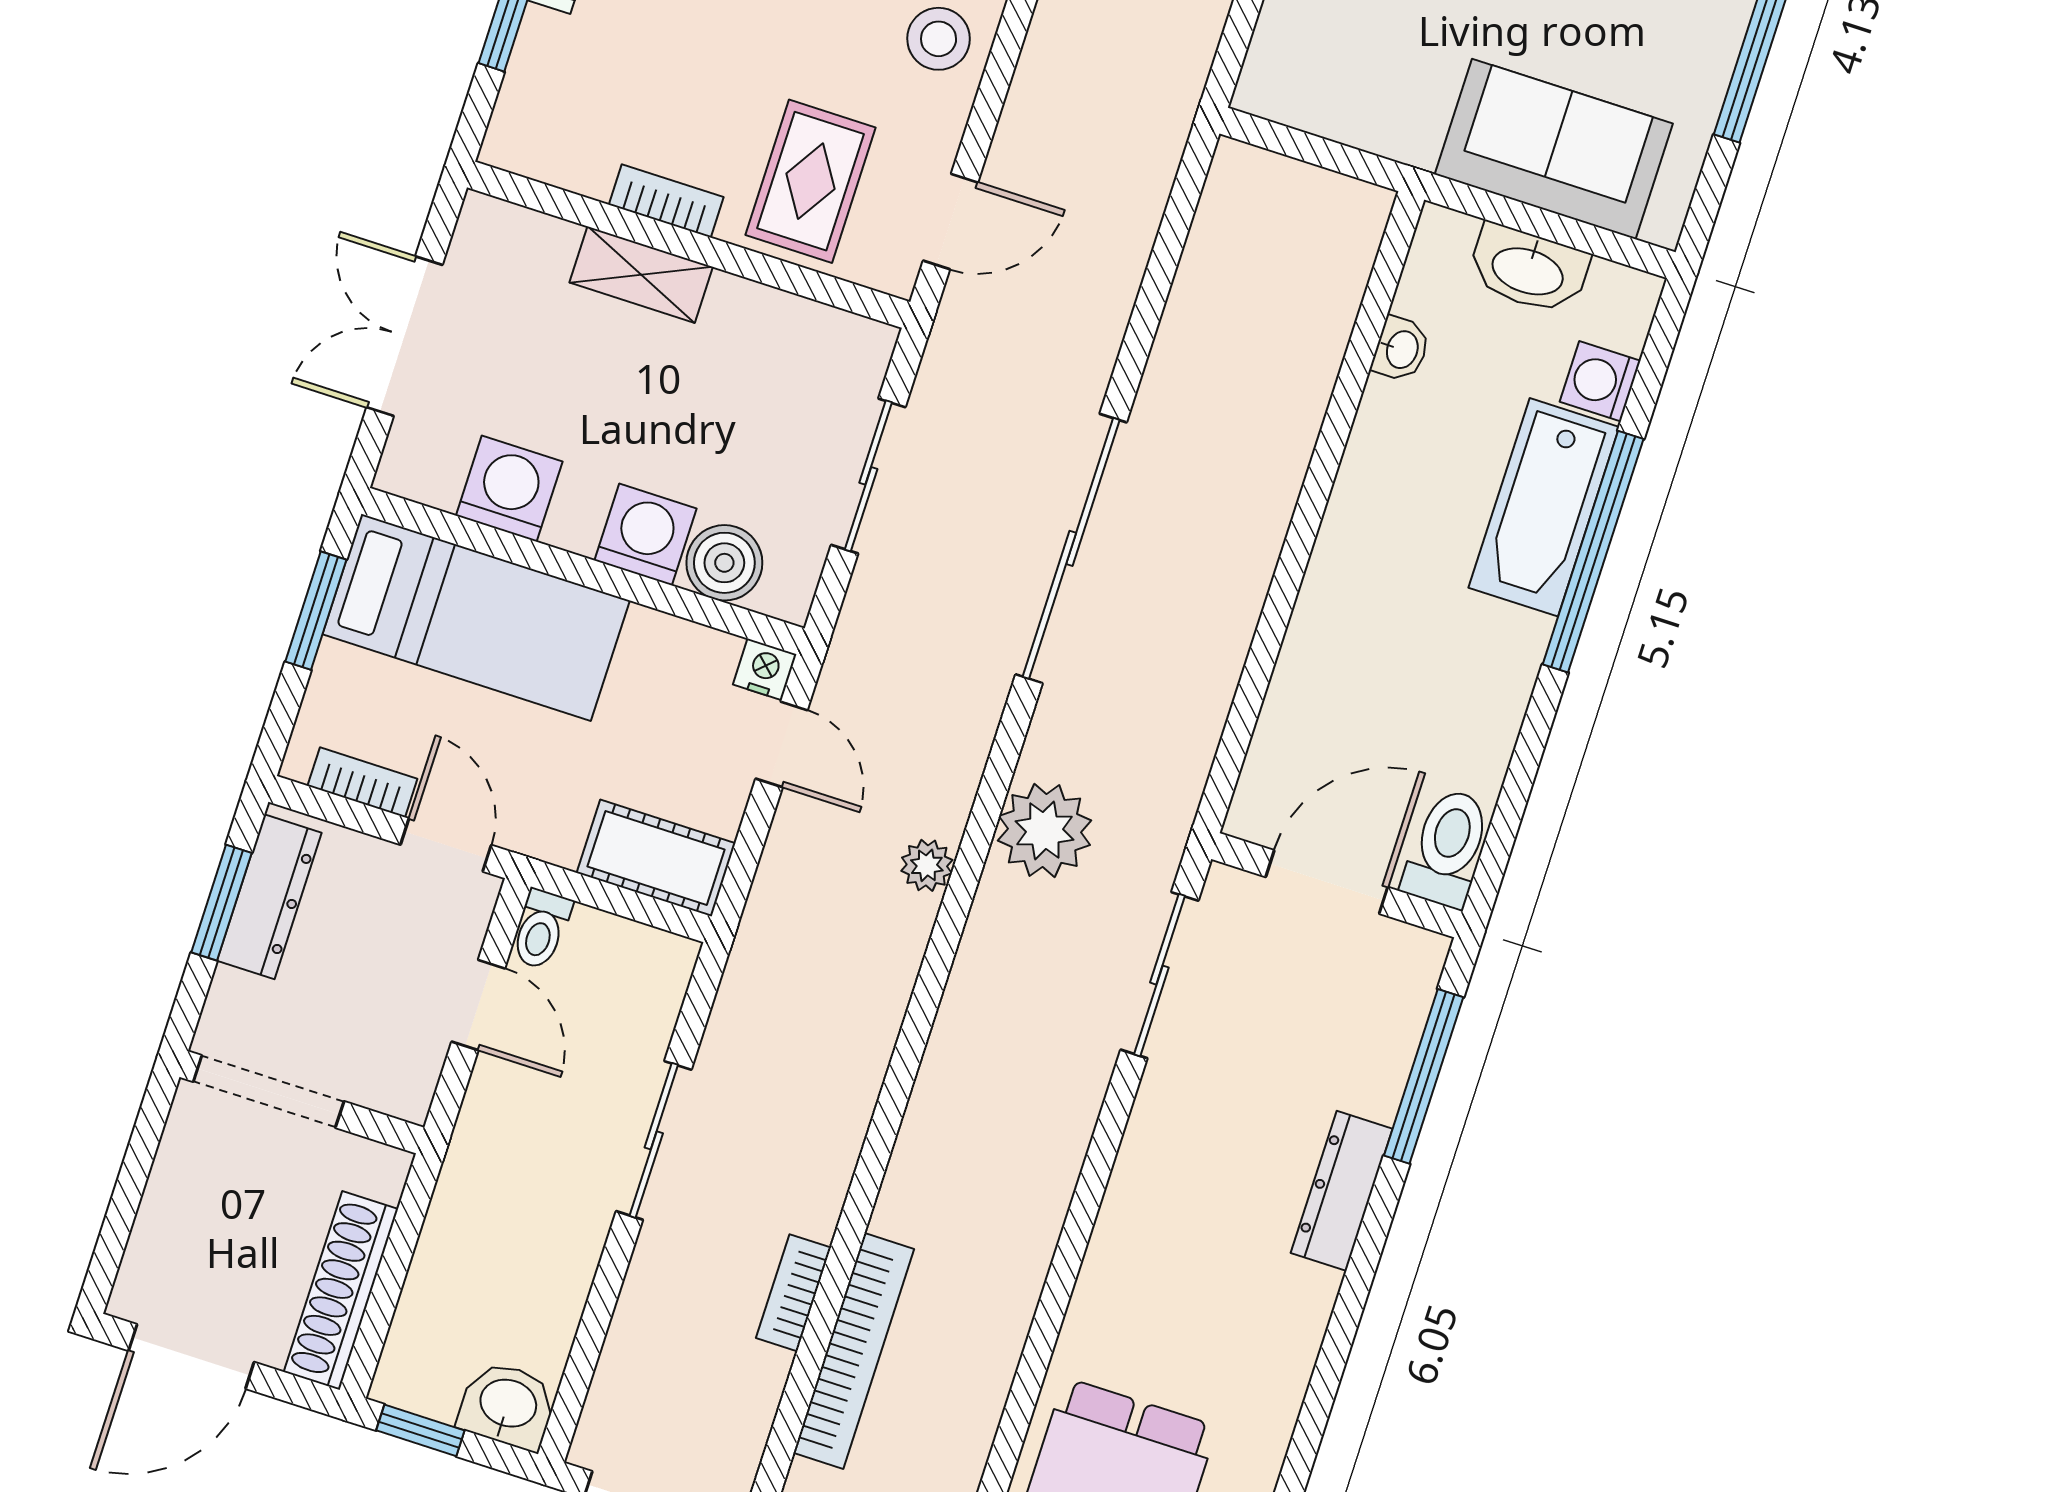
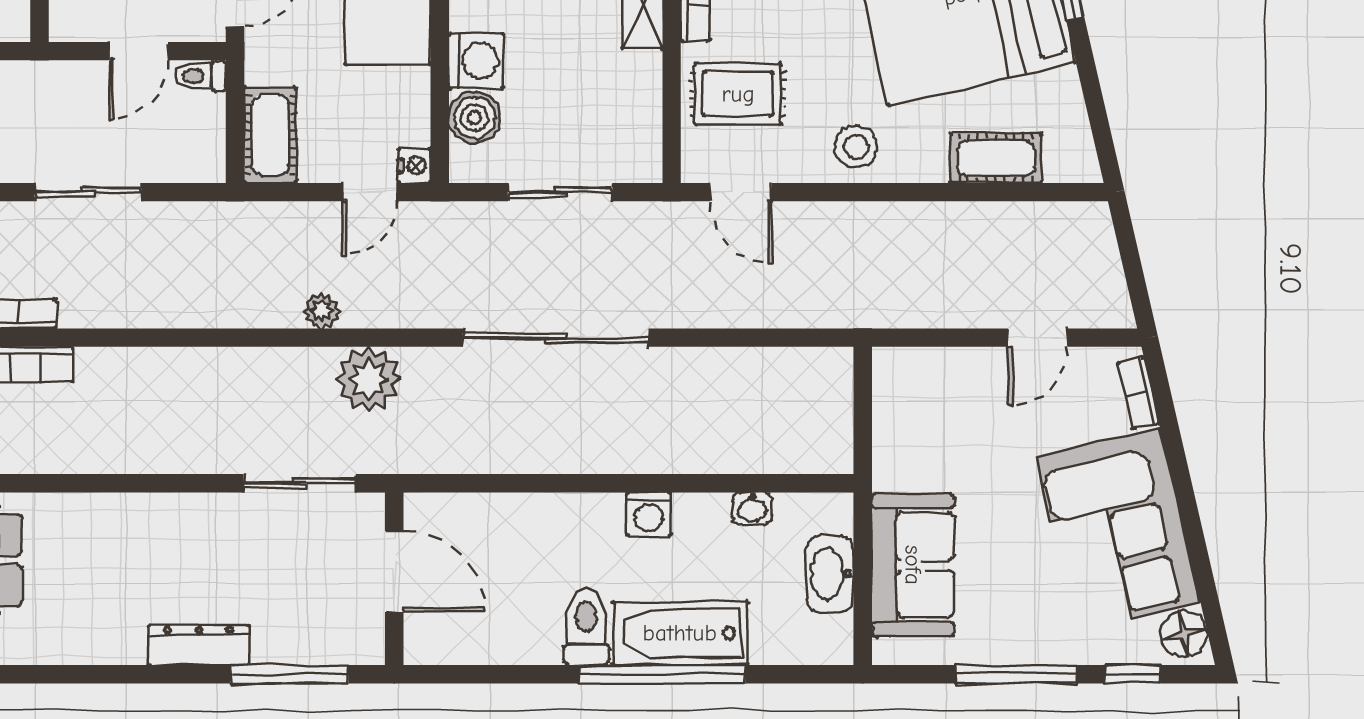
washing machine: (1600, 381) -> (649, 514), moved, turned 180
toilet: (1447, 848) -> (586, 627), moved, turned -90

